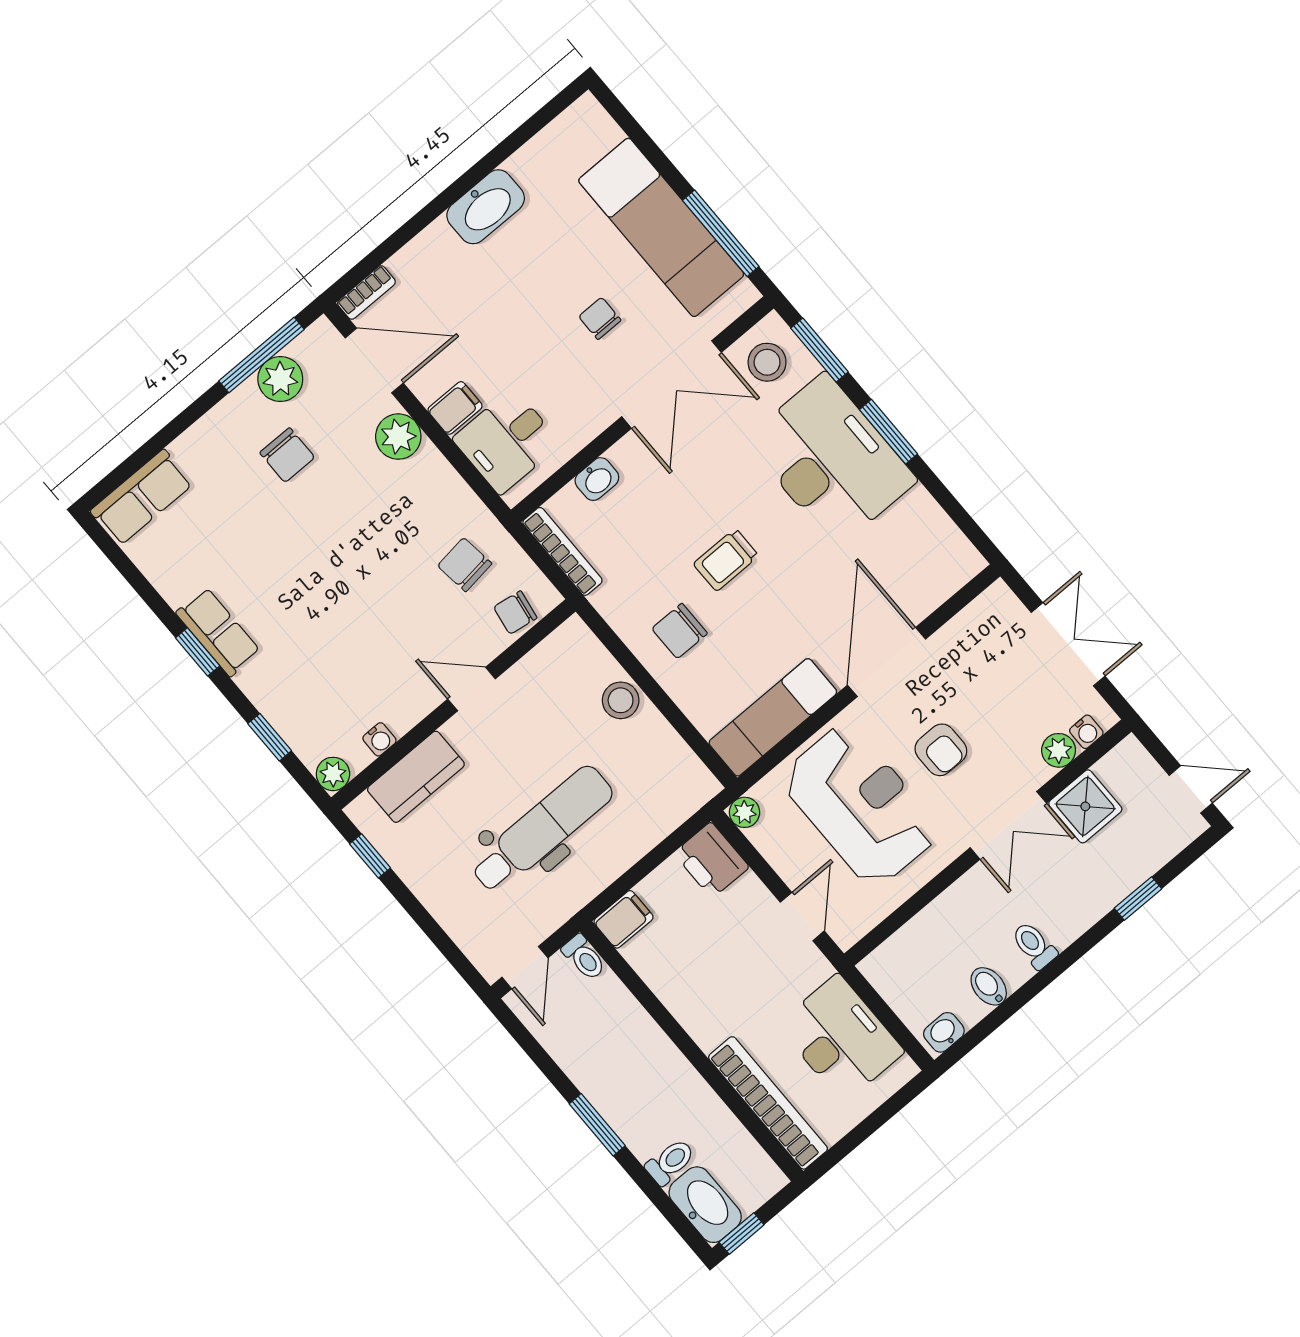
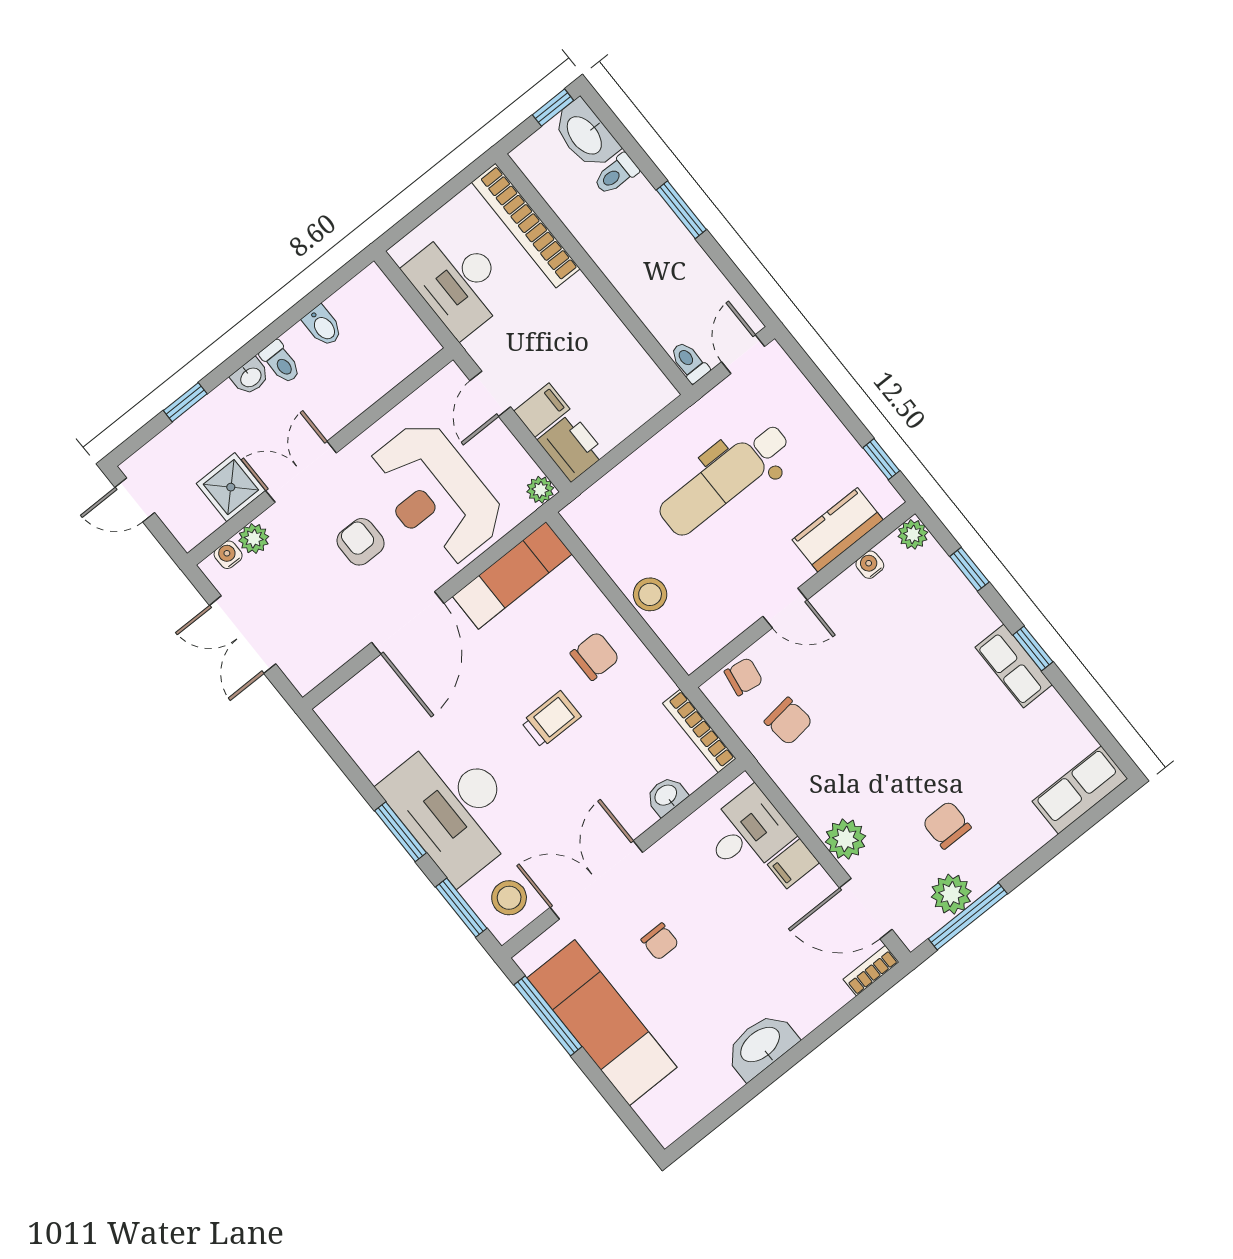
filing cabinet: (624, 919) -> (542, 410), moved, turned 180
washbasin: (944, 1032) -> (250, 377), moved

